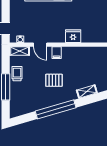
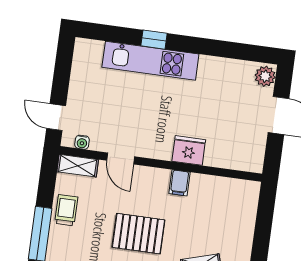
filing cabinet: (57, 53) -> (179, 183), moved
pallet: (54, 80) -> (138, 234), width x1.50, depth x1.42

